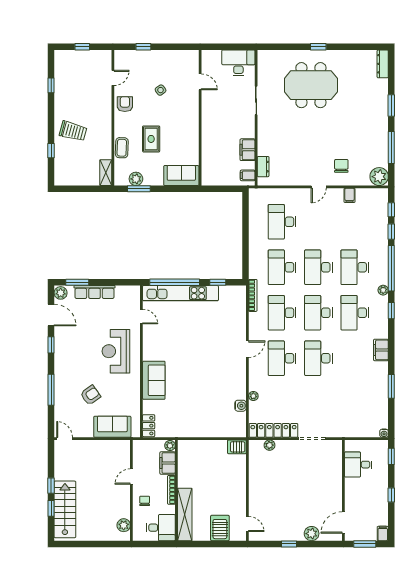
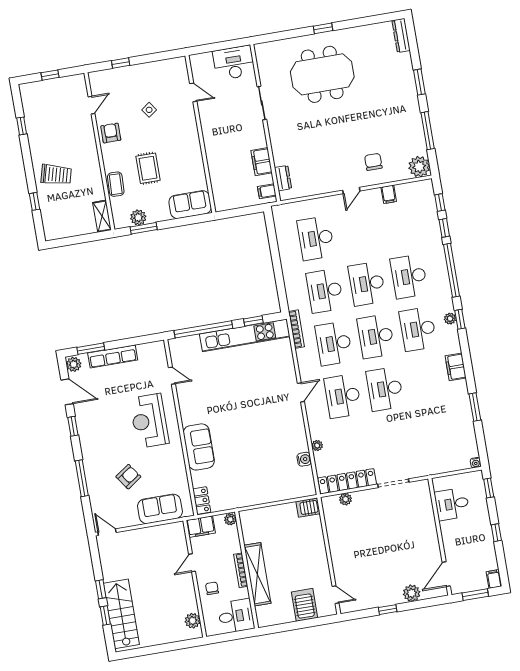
plant: (383, 290) -> (450, 319), moved
kitchen unit: (180, 293) -> (245, 335), moved
filing cabinet: (168, 463) -> (201, 527), moved, turned -90
shelving: (185, 514) -> (257, 574), moved

